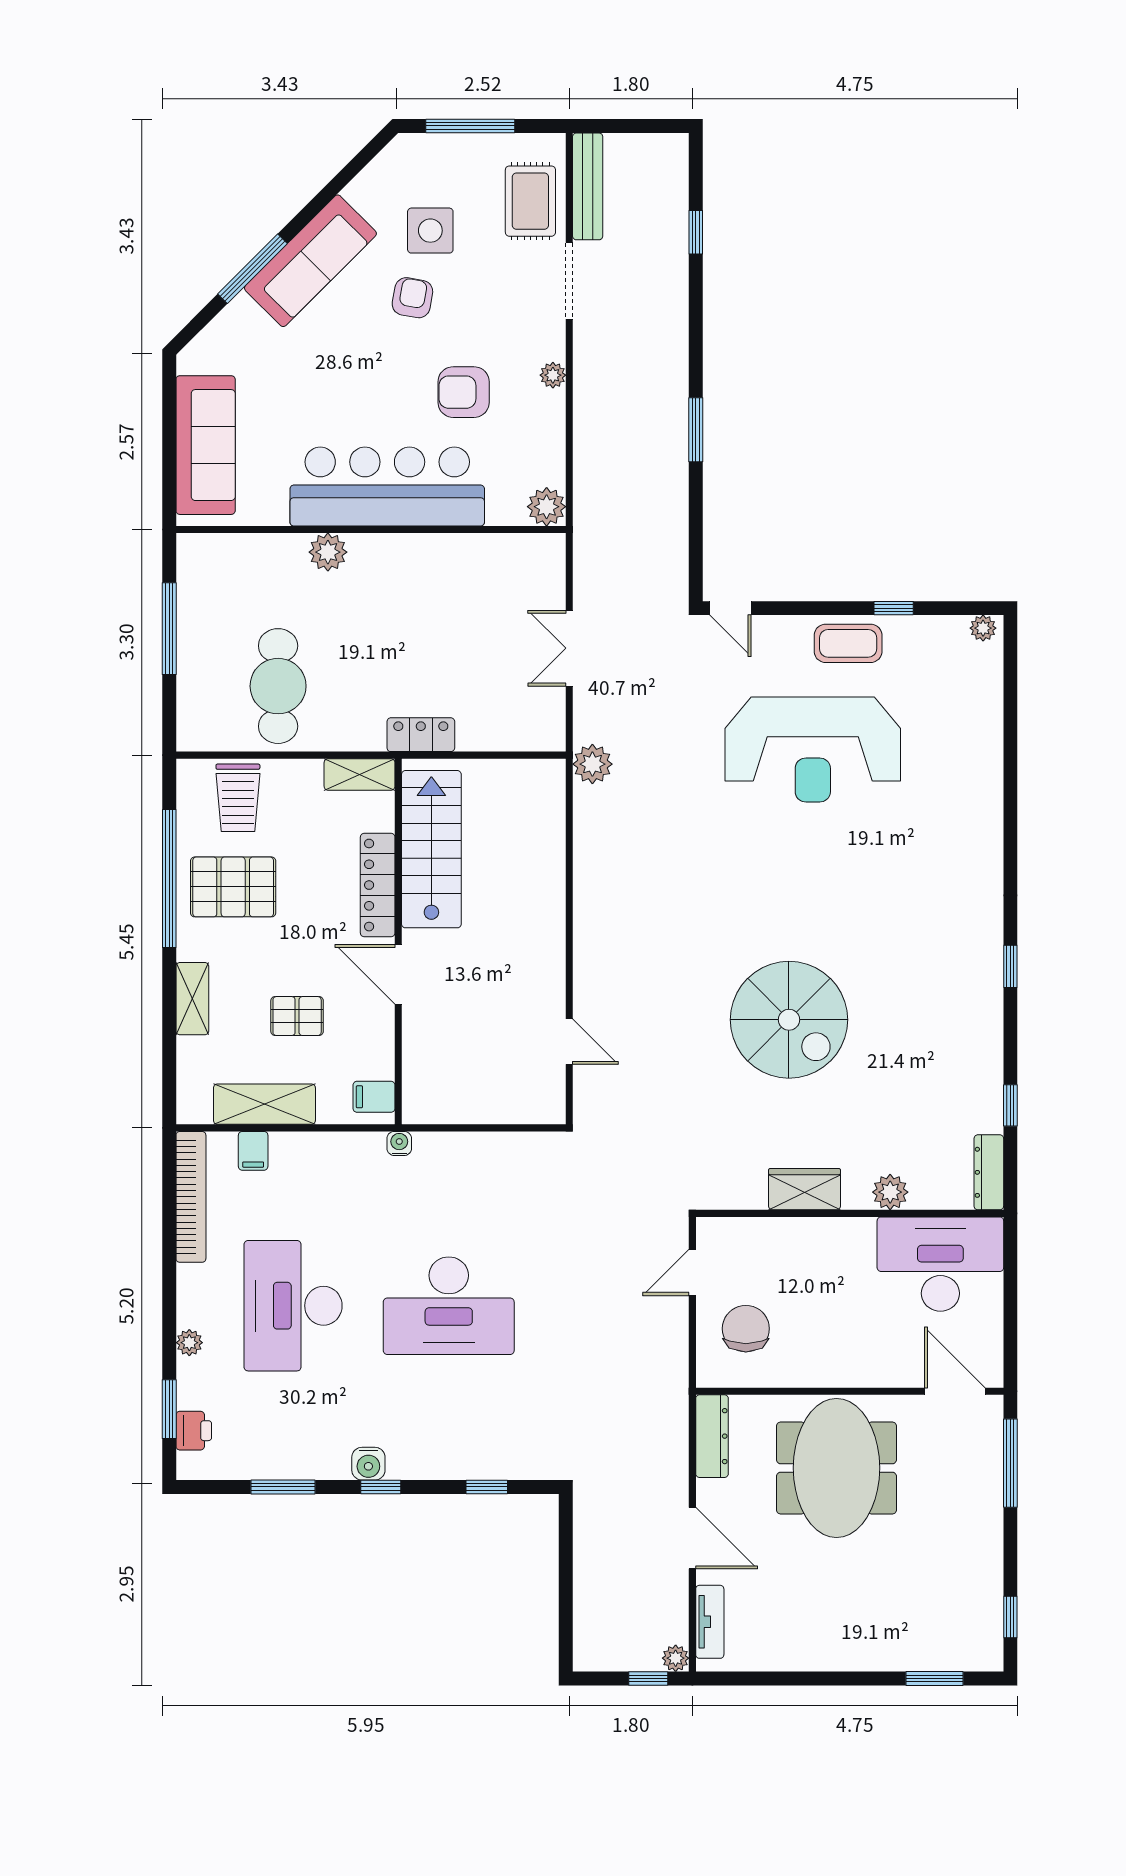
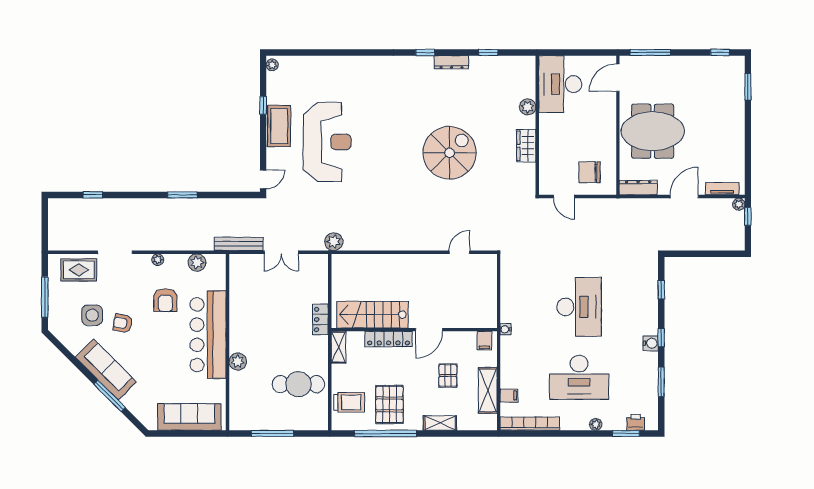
bench: (588, 186) -> (239, 244), moved
plant: (547, 507) -> (197, 263), moved
coffee table: (848, 643) -> (279, 126), width x1.36, depth x1.32
dresser: (989, 1172) -> (452, 62), moved

